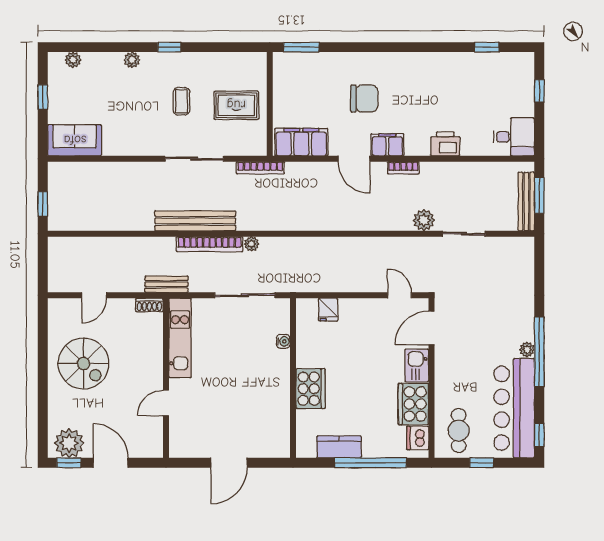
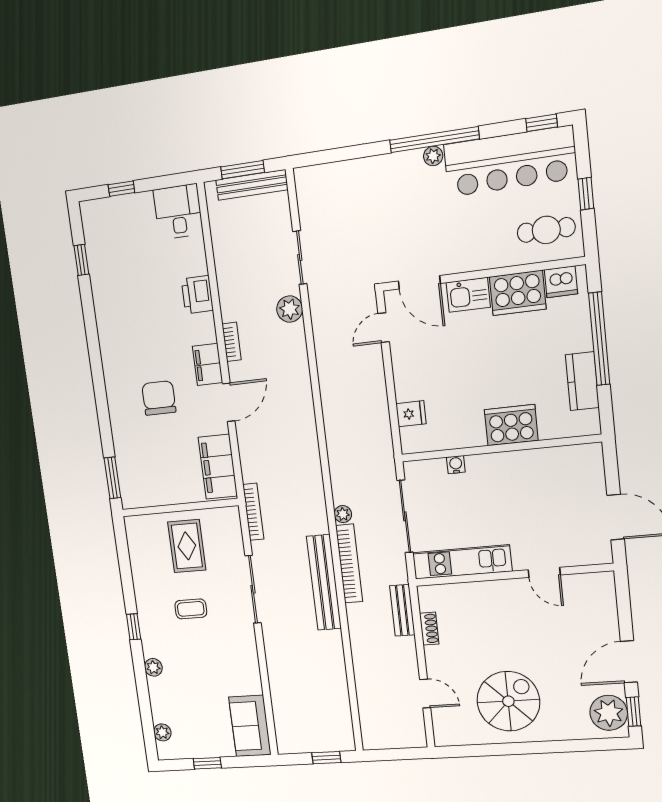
kitchen unit: (180, 338) -> (462, 562), moved
wall: (166, 378) -> (513, 575), moved
door: (166, 403) -> (544, 572), moved

